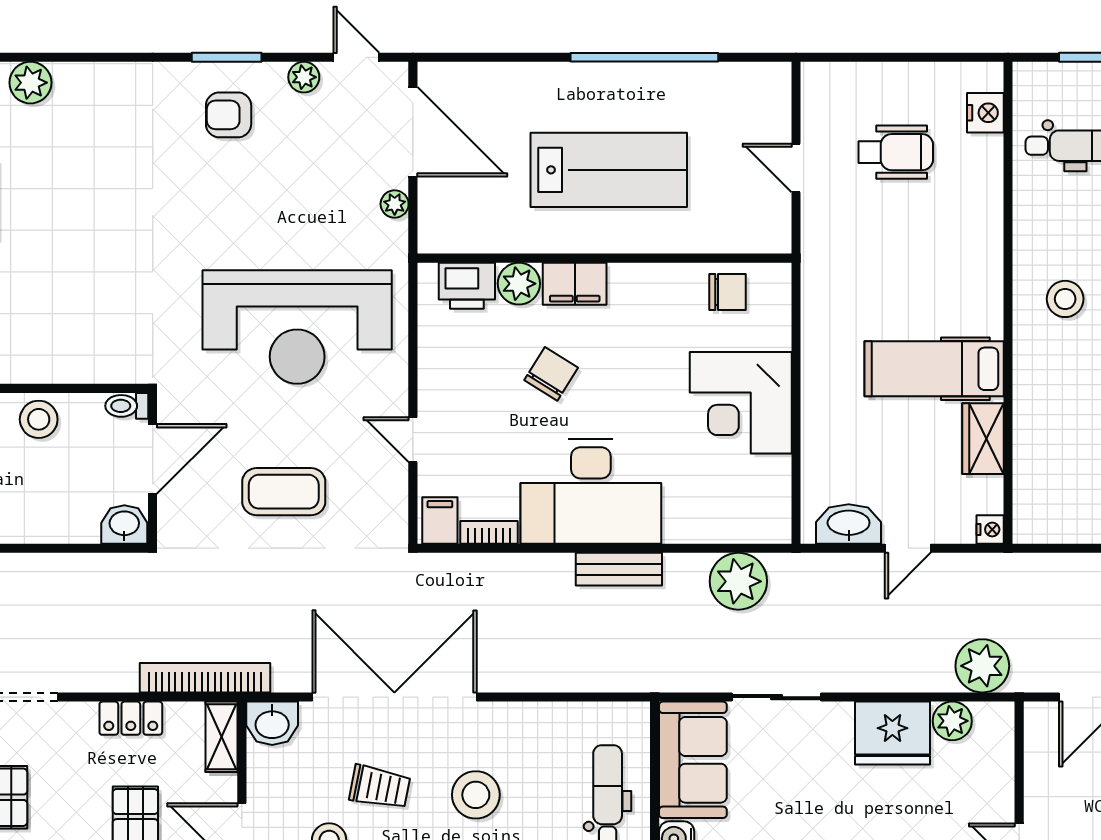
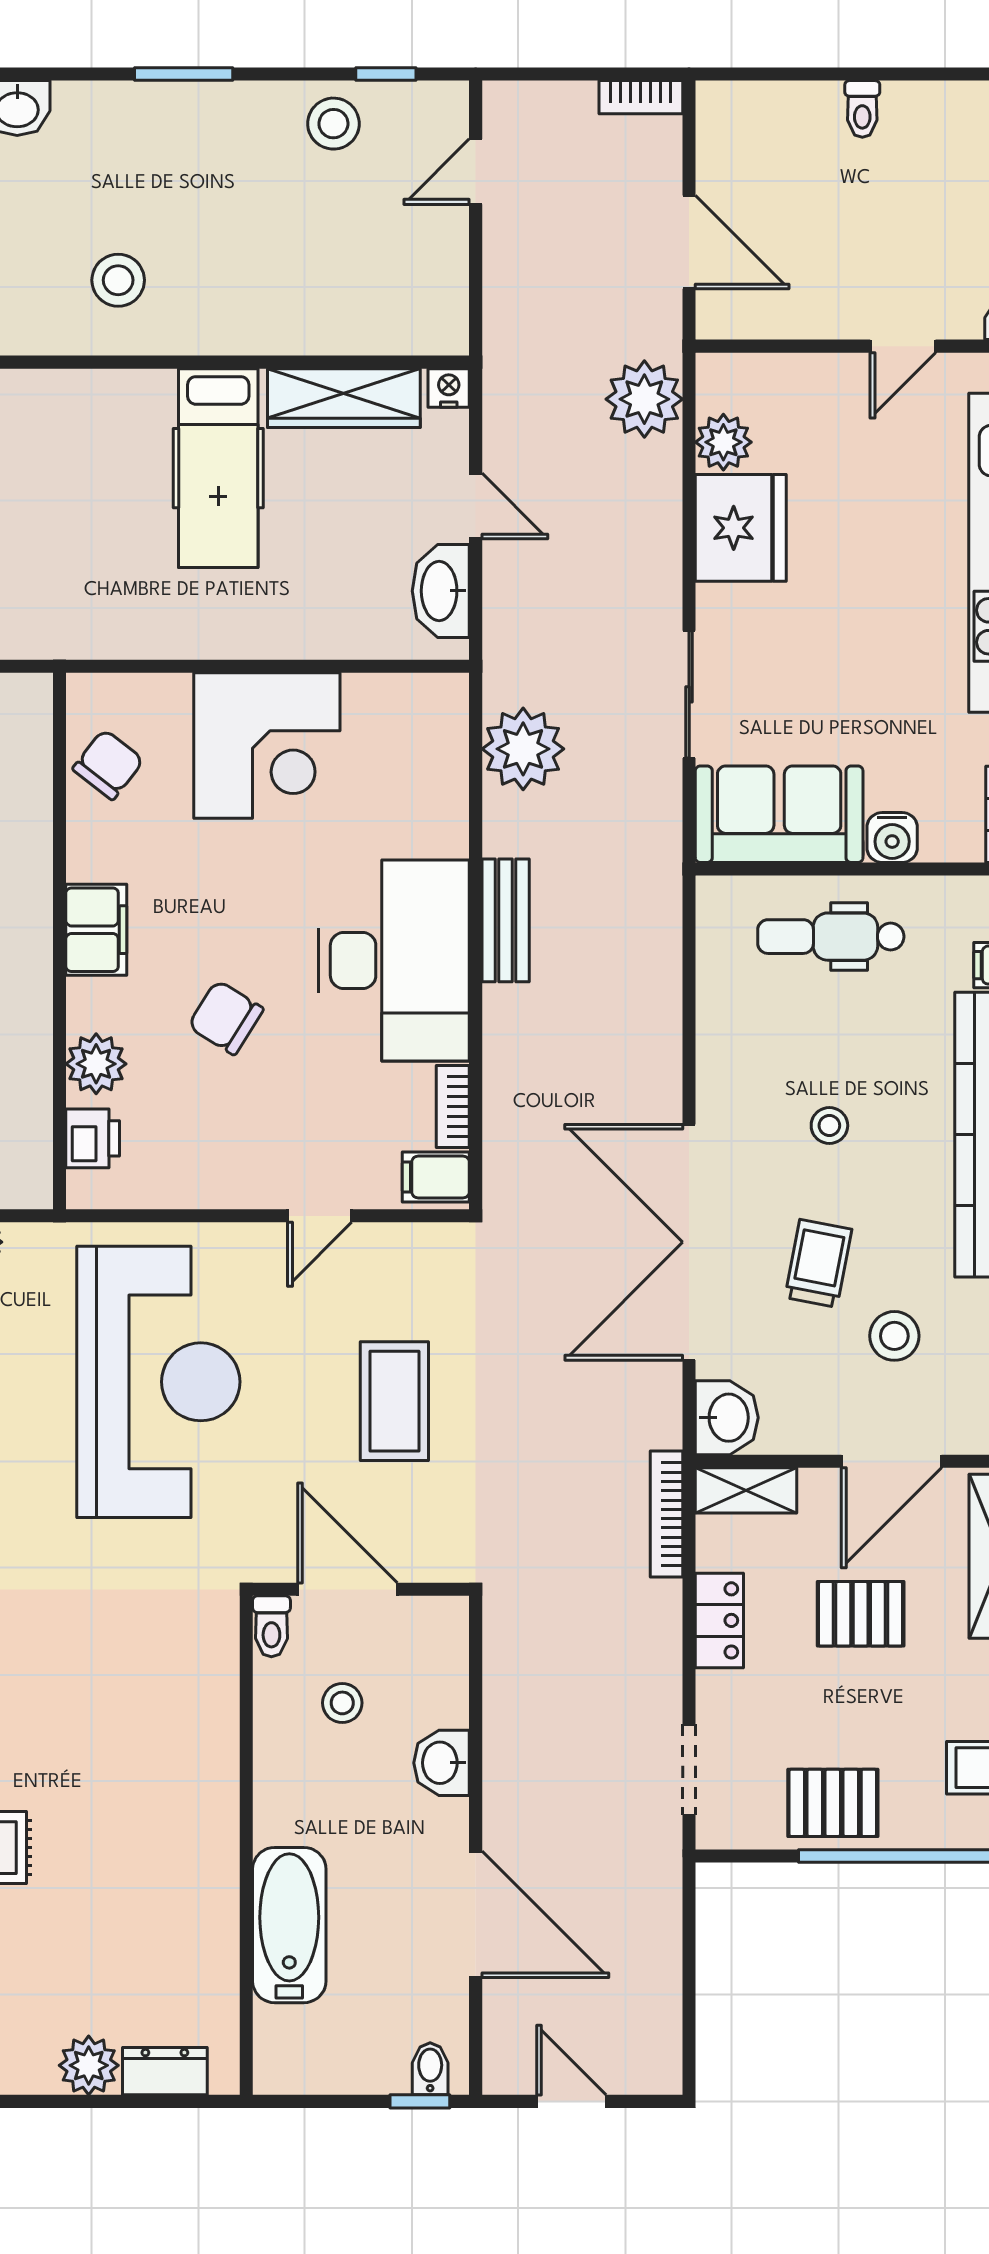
filing cabinet: (575, 284) -> (96, 930), moved
printer: (467, 286) -> (93, 1138), width x0.73, depth x0.81
chair: (728, 292) -> (108, 765), turned 38
stool: (39, 419) -> (342, 1703), moved, width x0.73, depth x0.73
wardrobe: (983, 439) -> (344, 398), width x1.50
washbasin: (124, 524) -> (442, 1763), moved
bookcase: (205, 678) -> (666, 1514), width x0.68, depth x0.76
stool: (476, 795) -> (829, 1126), width x0.53, depth x0.53

